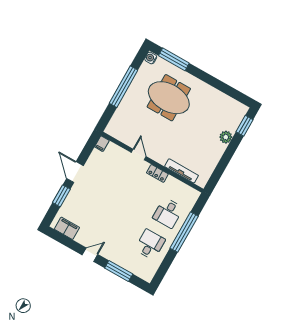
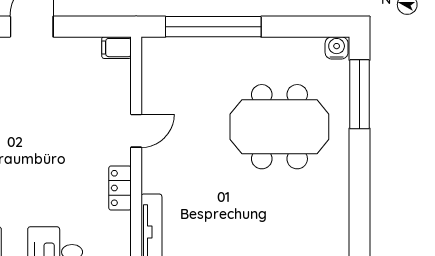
window: (123, 87) -> (213, 27), moved
meeting table: (169, 98) -> (279, 127), turned 90

